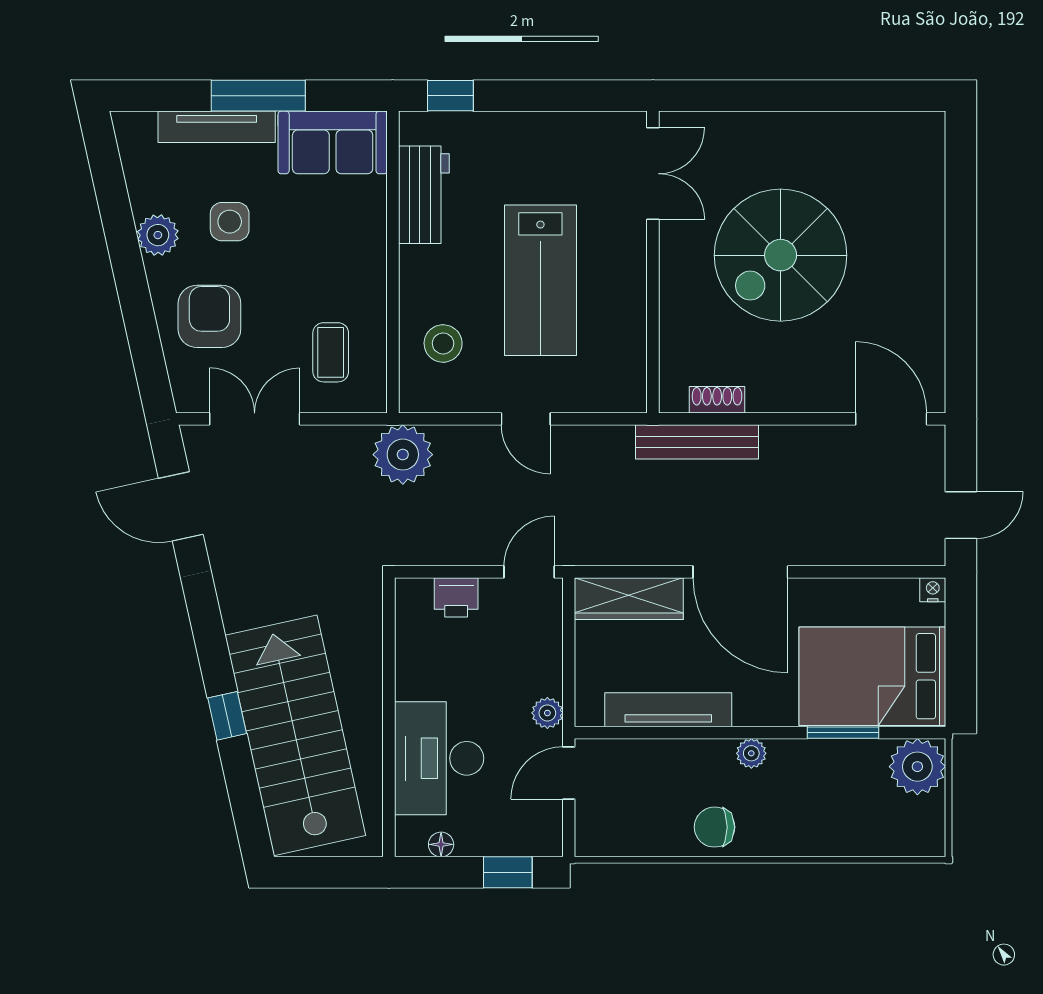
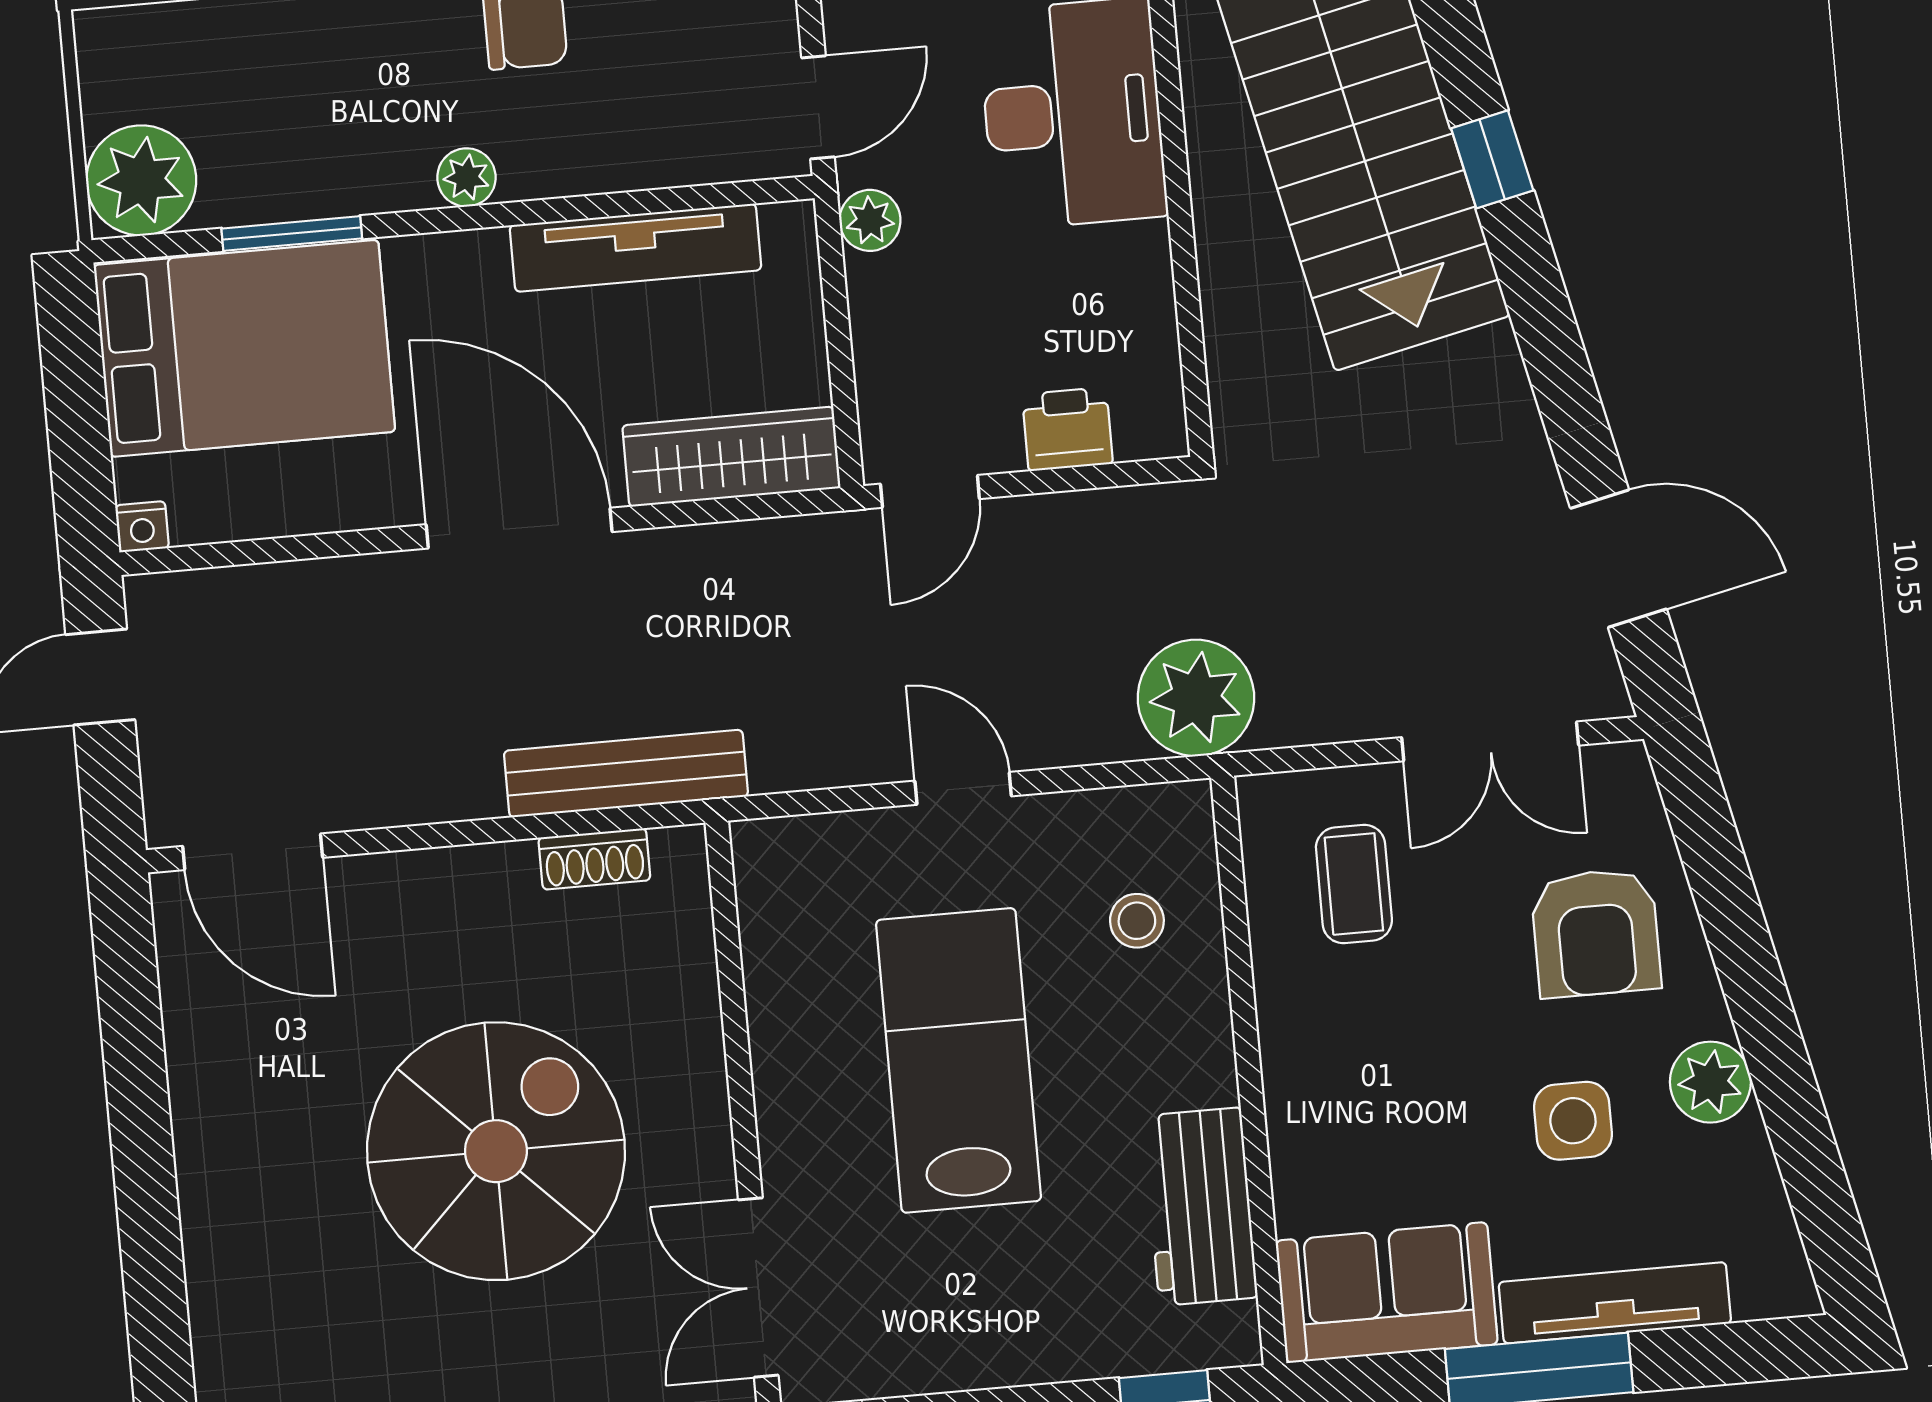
stool: (443, 343) -> (1137, 921), width x0.73, depth x0.73

